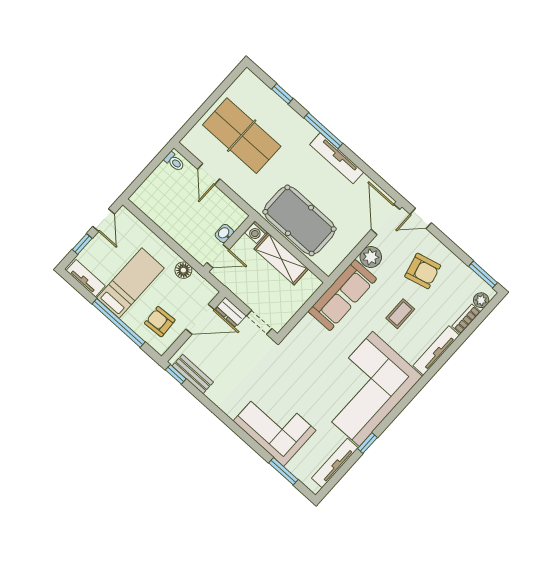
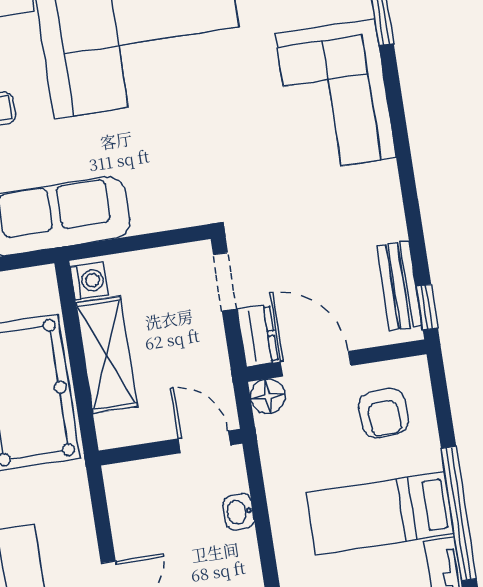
washing machine: (256, 232) -> (89, 281), moved
washbasin: (224, 233) -> (239, 512), moved, turned 90
floor lamp: (183, 270) -> (268, 396), moved
window: (119, 323) -> (459, 513), moved

